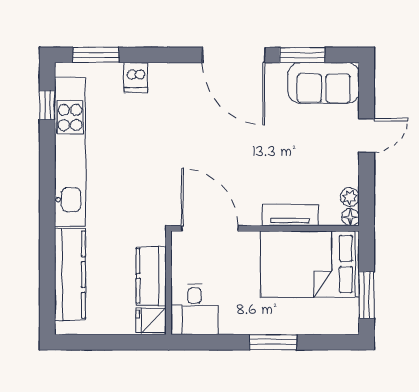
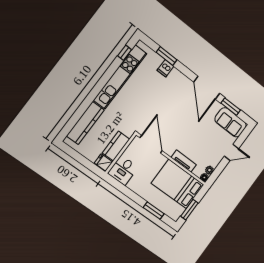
window: (96, 55) -> (167, 56), moved
window: (273, 342) -> (154, 211), moved

